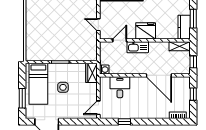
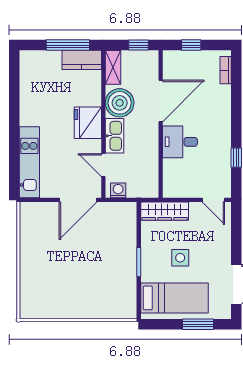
window: (193, 19) -> (68, 45), width x1.44
door: (98, 25) -> (78, 200), width x1.88
boiler: (158, 50) -> (120, 103), added
washing machine: (104, 70) -> (118, 190), moved
wardrobe: (92, 73) -> (165, 211), width x1.50
desk: (120, 87) -> (180, 142), moved

